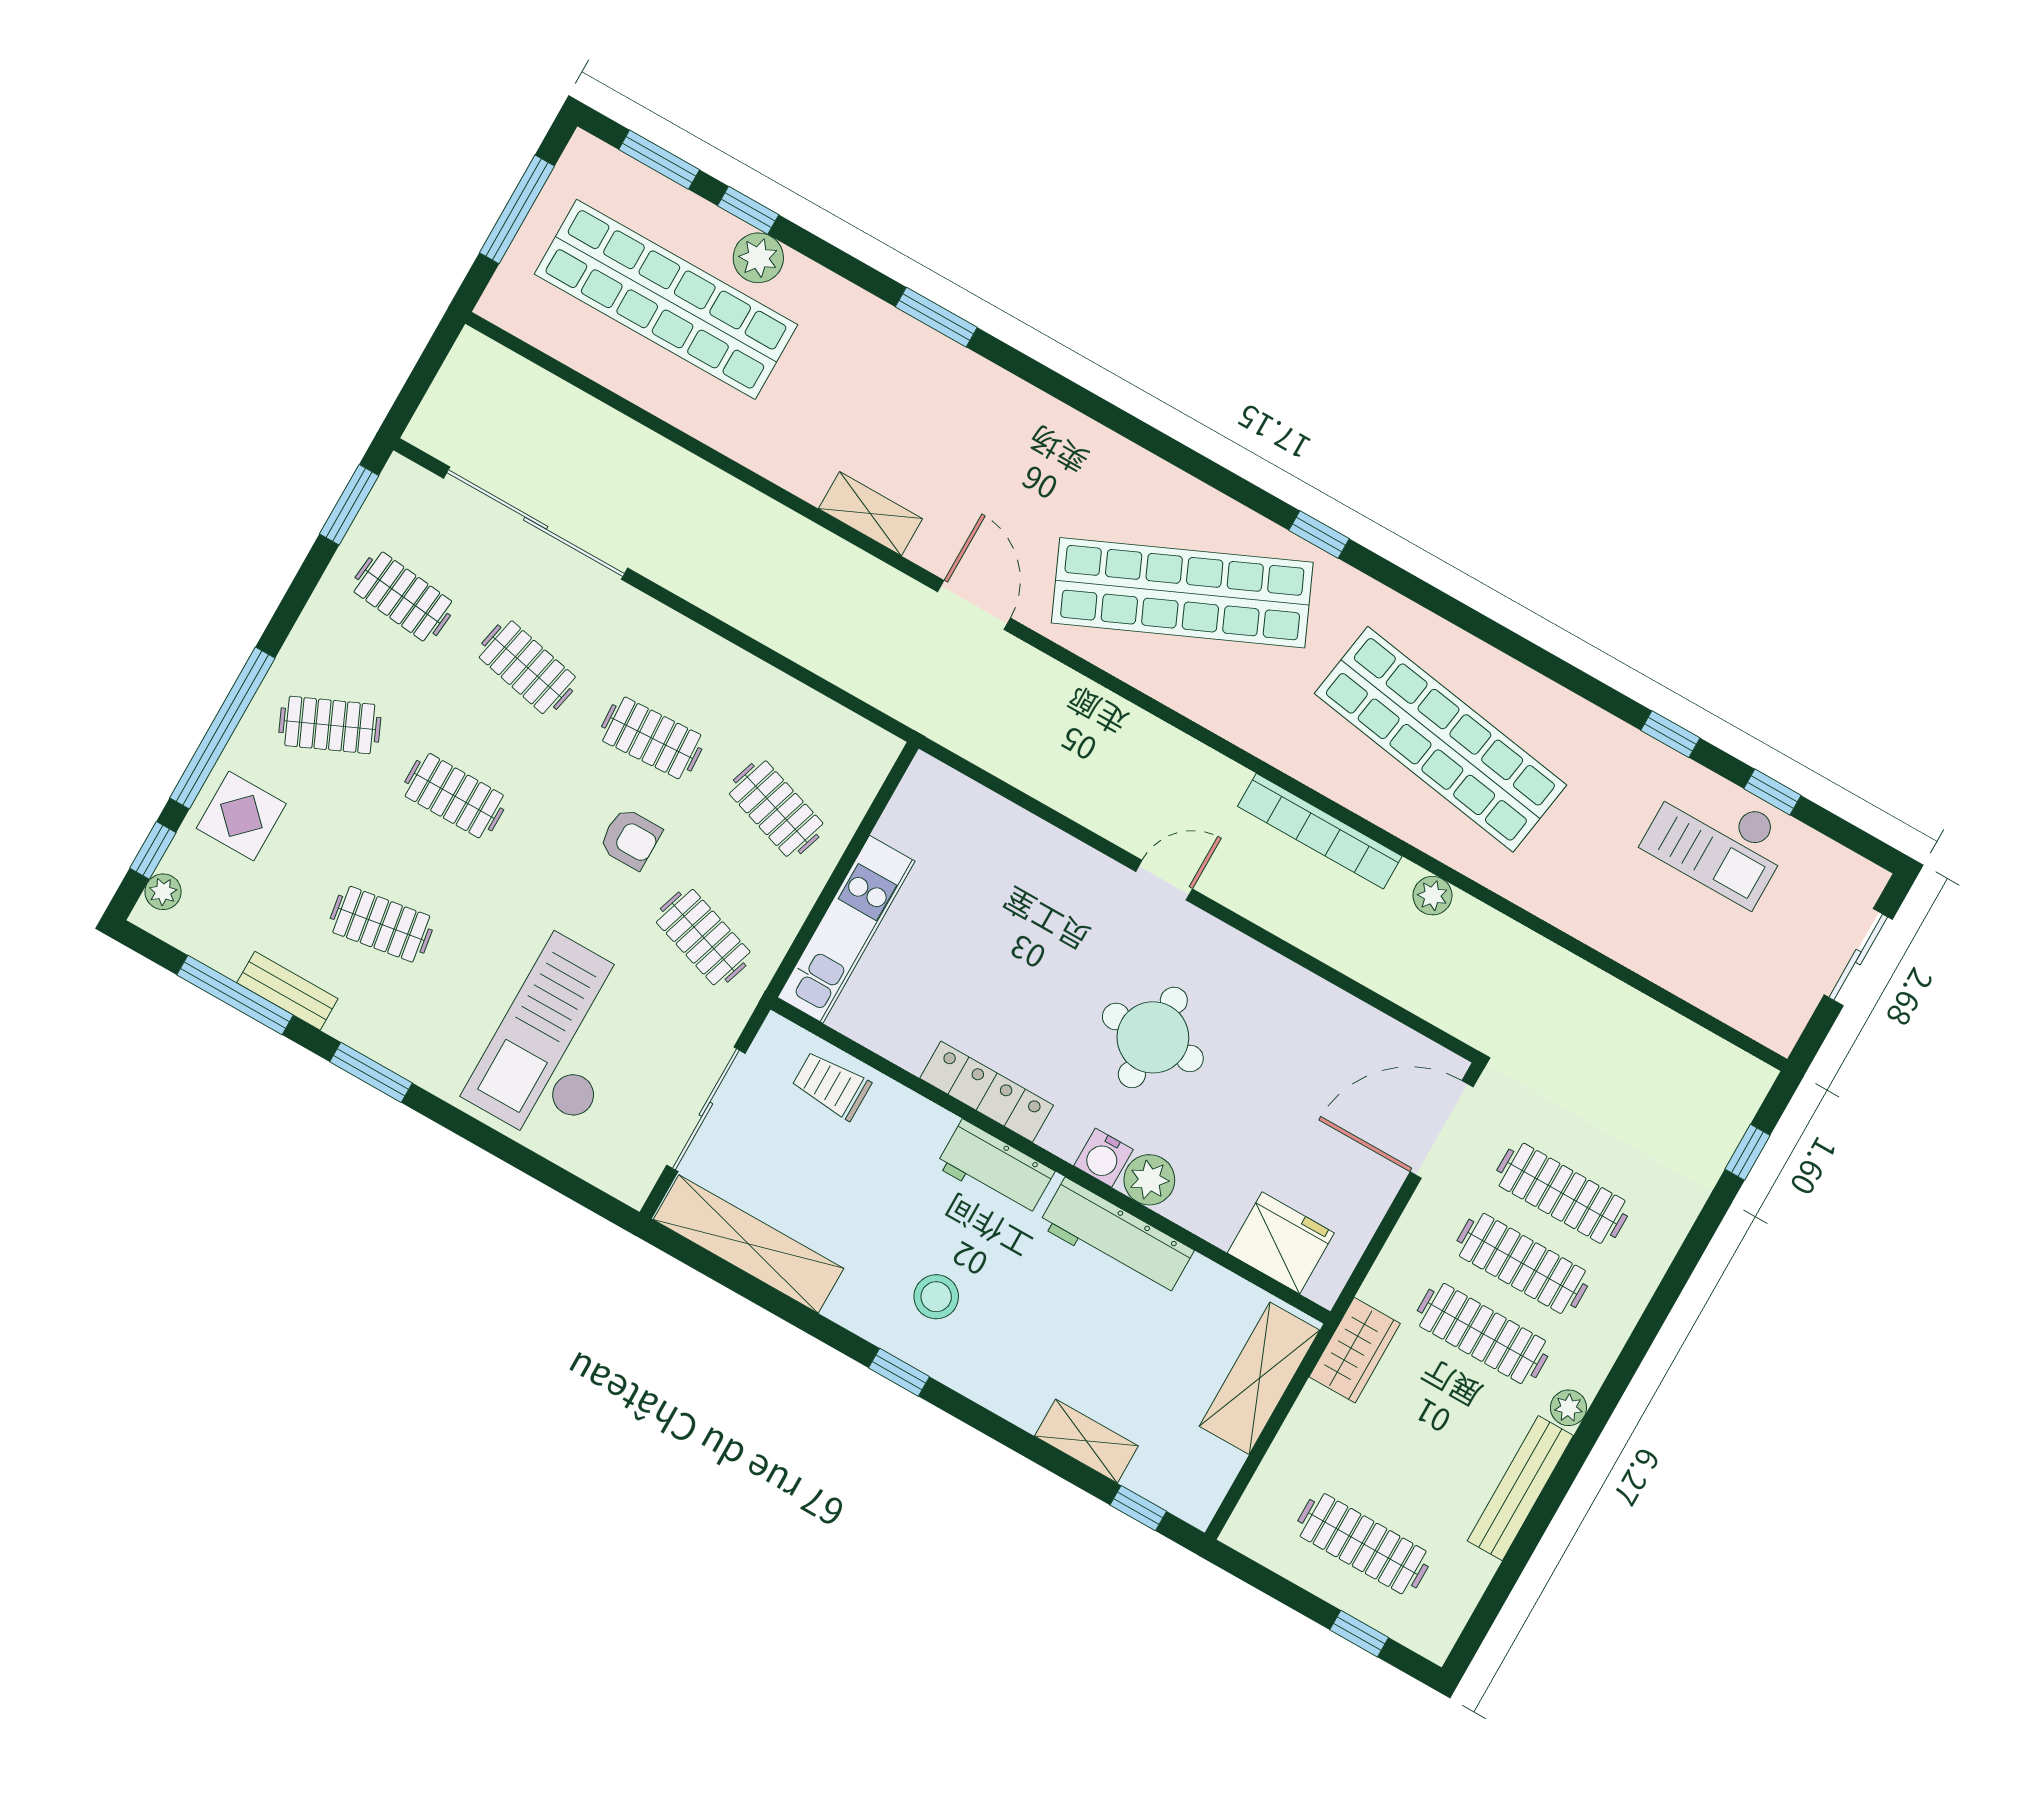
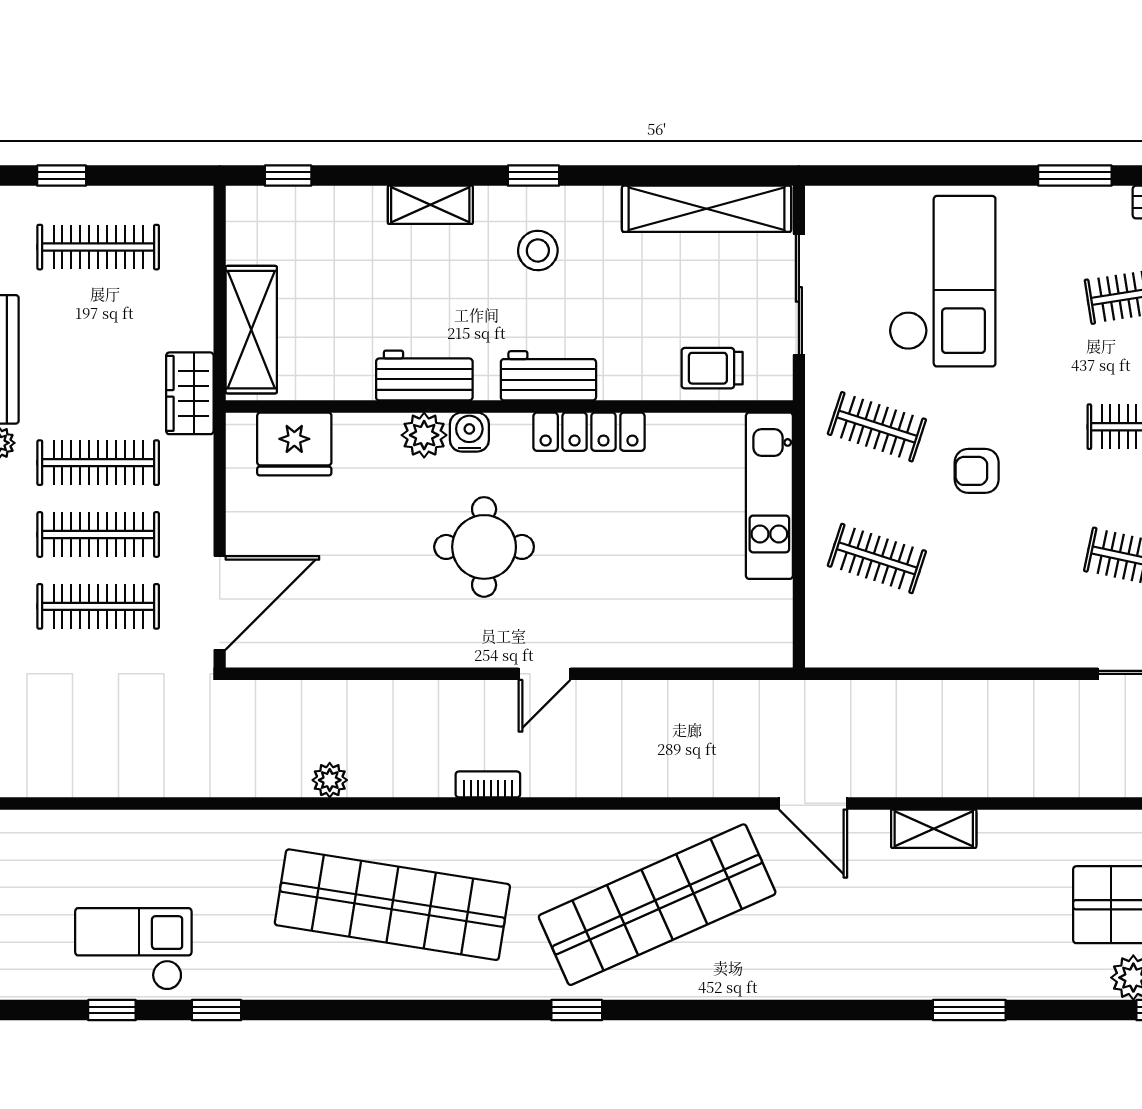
clothes rail: (652, 738) -> (1004, 558), removed
bookcase: (1320, 831) -> (488, 784), width x0.43, depth x0.76
trolley: (831, 1085) -> (712, 368), turned 180
workbench: (1116, 1238) -> (424, 375), width x0.73
shelving: (1086, 1441) -> (430, 205), moved

